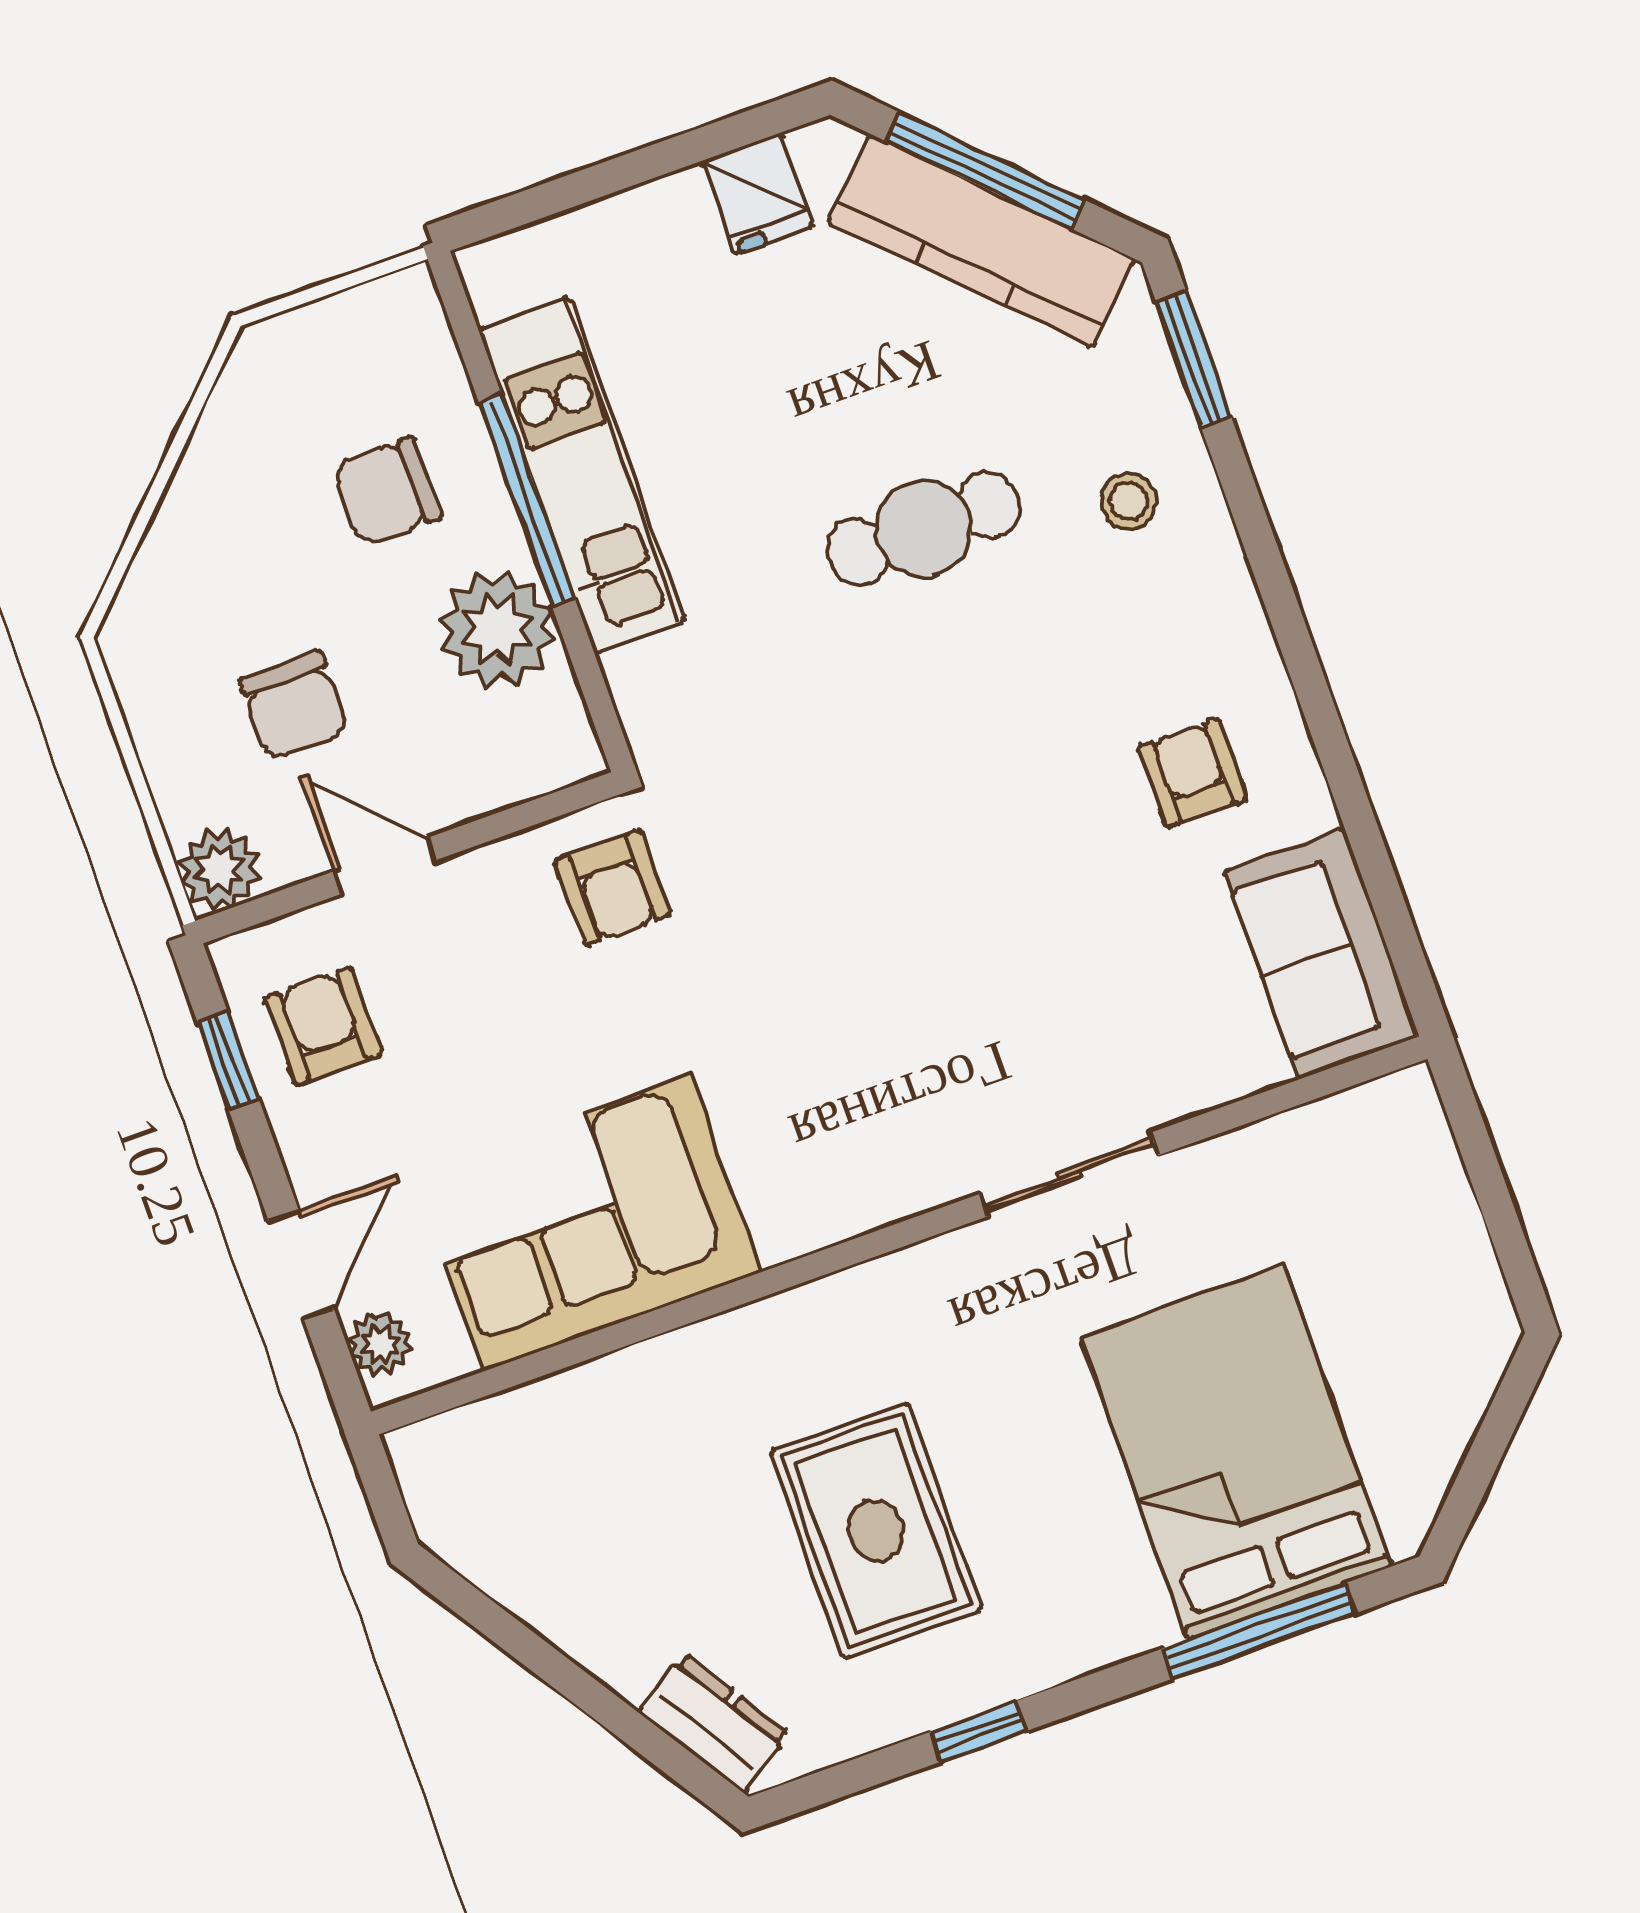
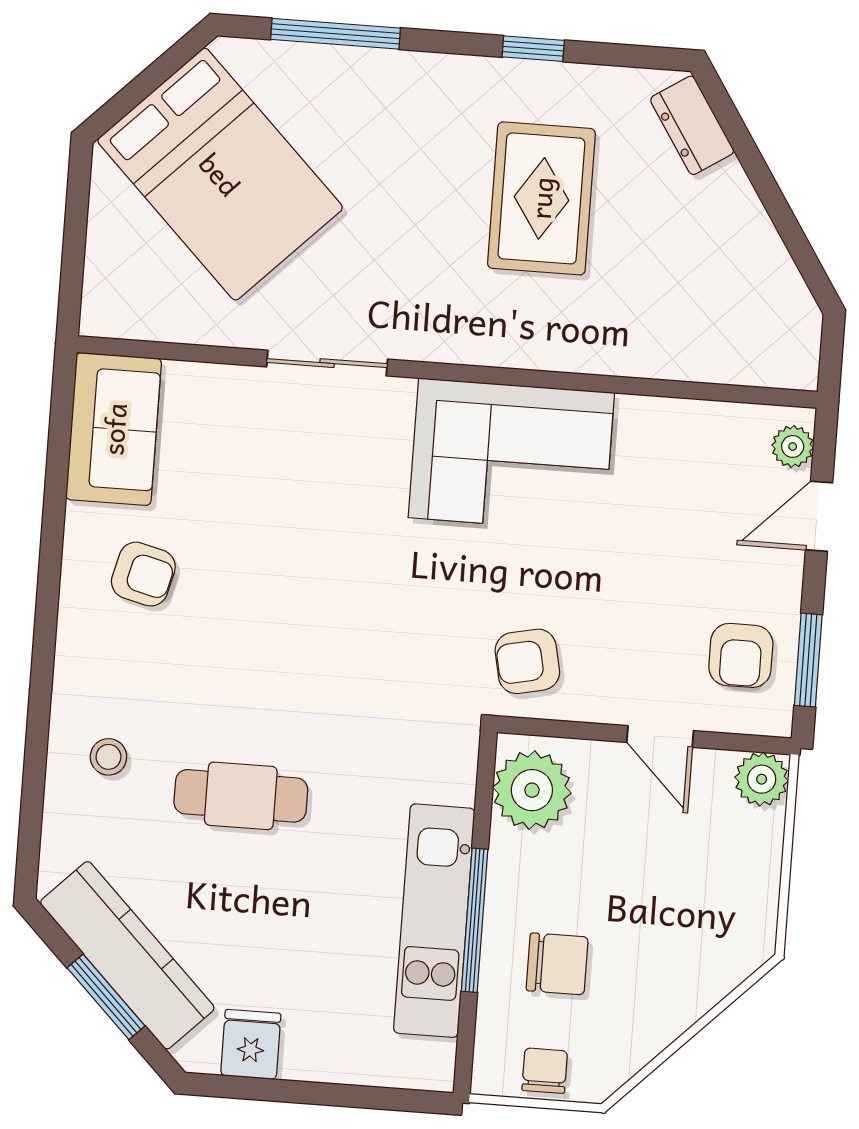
window: (985, 171) -> (106, 997), width x0.69
window: (1193, 359) -> (30, 826), removed
plant: (497, 629) -> (532, 790), moved
chair: (294, 706) -> (545, 1071), moved, width x0.73, depth x0.73
armchair: (1192, 773) -> (143, 574), turned -76
armchair: (613, 888) -> (527, 661), turned -102
window: (228, 1061) -> (808, 660), width x1.50
corner sofa: (587, 1223) -> (511, 455), moved
bed: (1236, 1452) -> (220, 174), moved, turned -45

